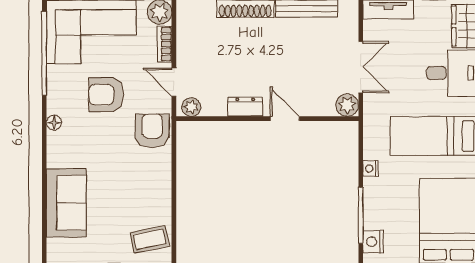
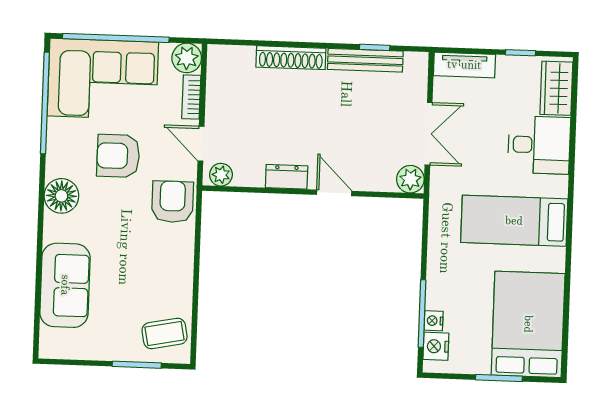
floor lamp: (54, 123) -> (61, 196), width x1.89, depth x1.89
nightstand: (371, 168) -> (434, 321), moved

